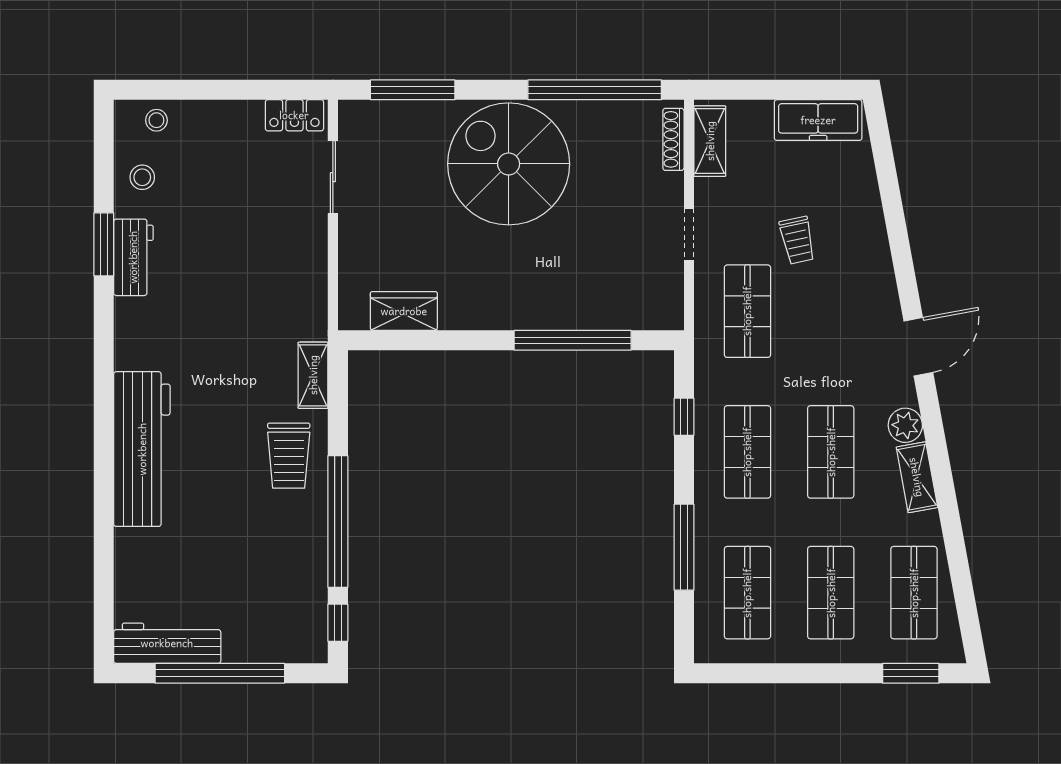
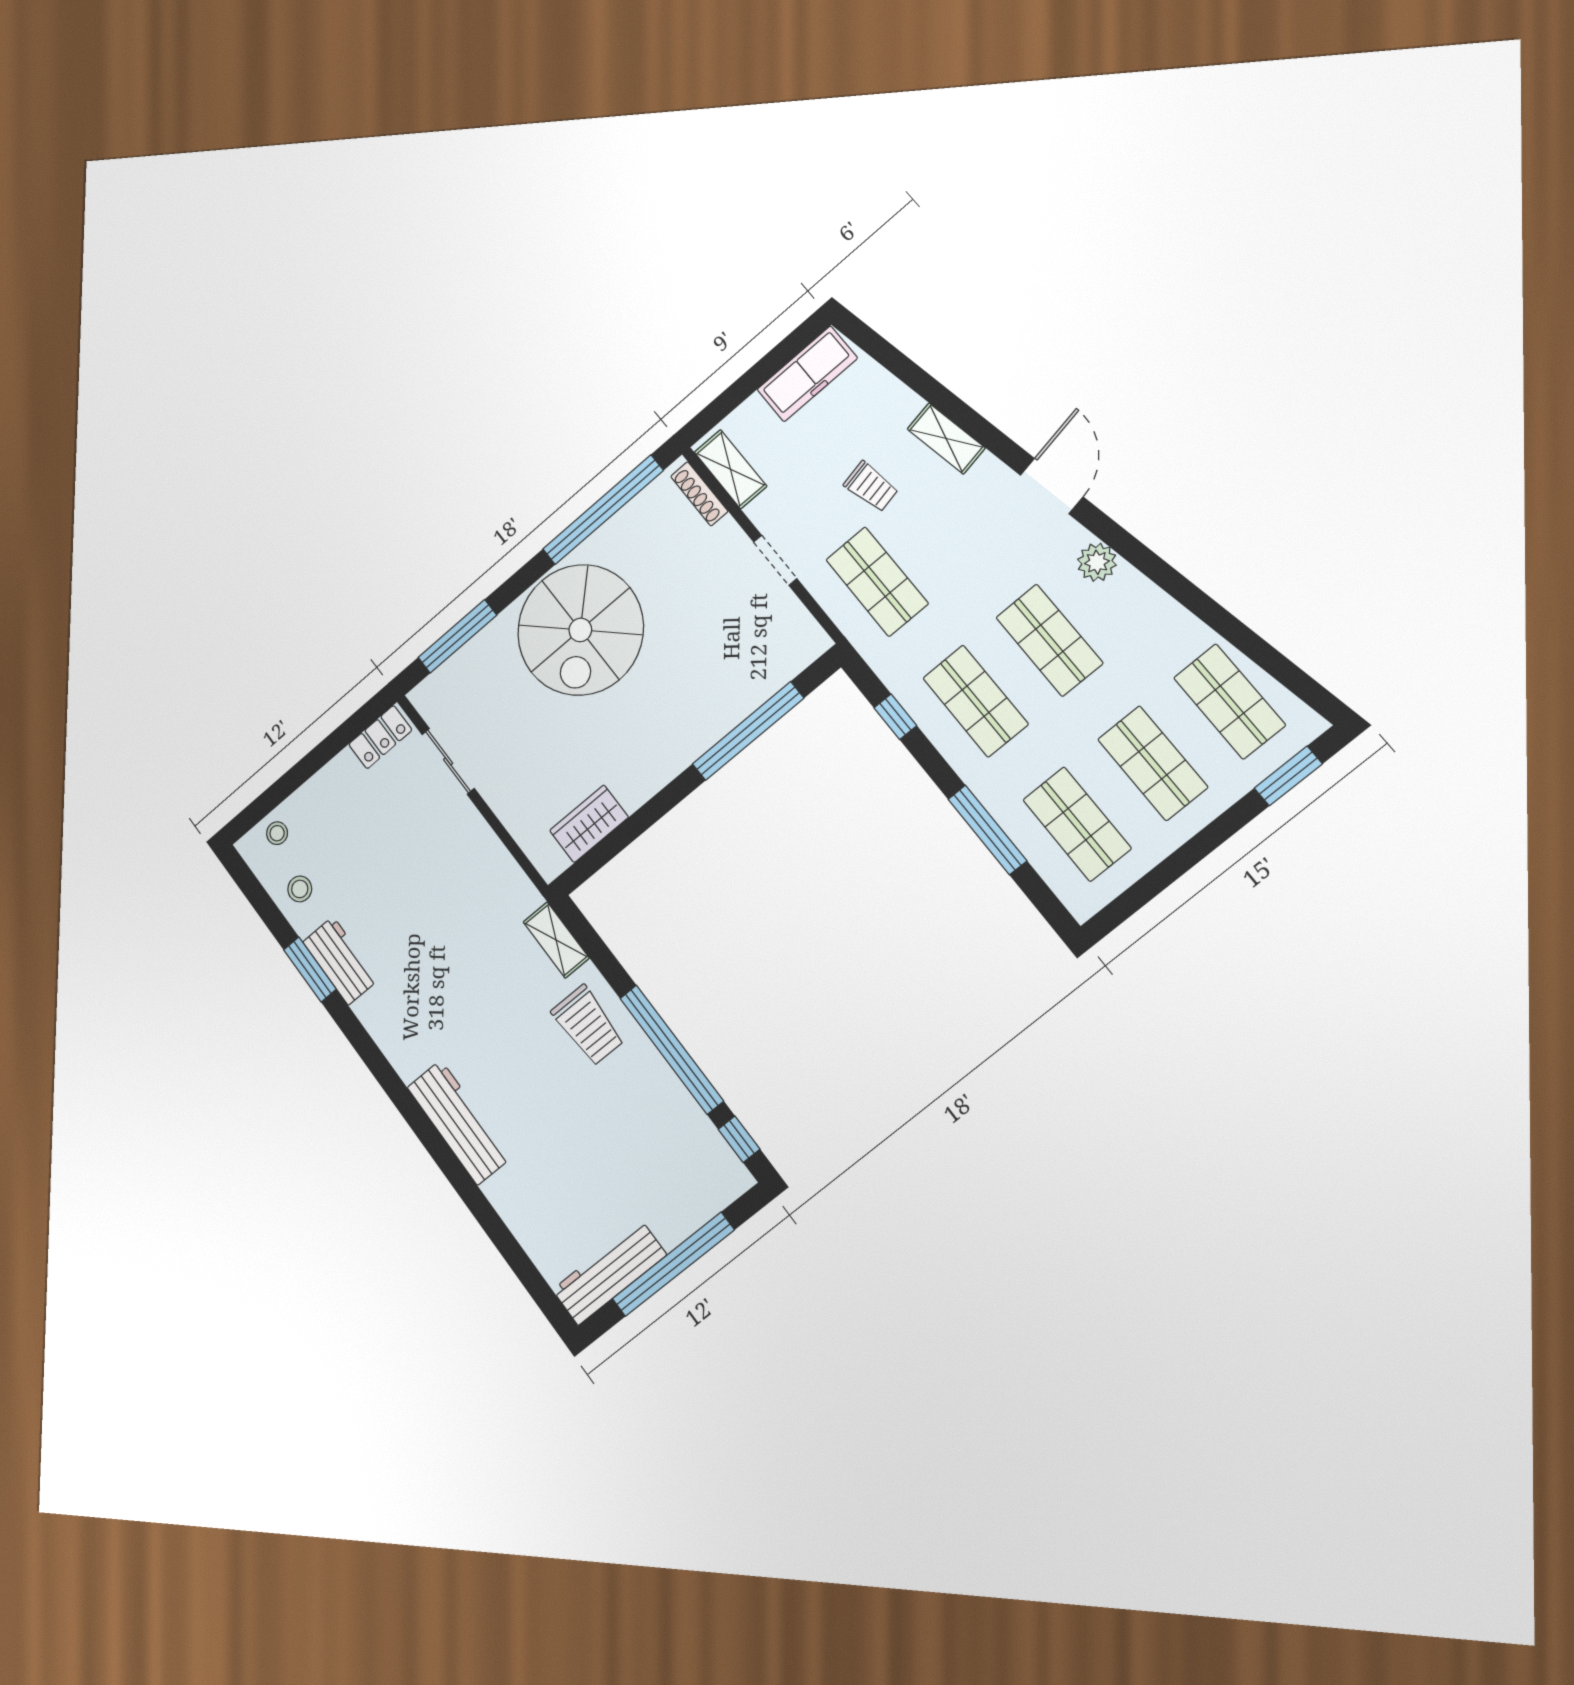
spiral stairs: (509, 164) -> (580, 630), turned -90
workbench: (142, 449) -> (459, 1122), width x0.73, depth x0.76
shelving: (917, 477) -> (946, 438), moved

